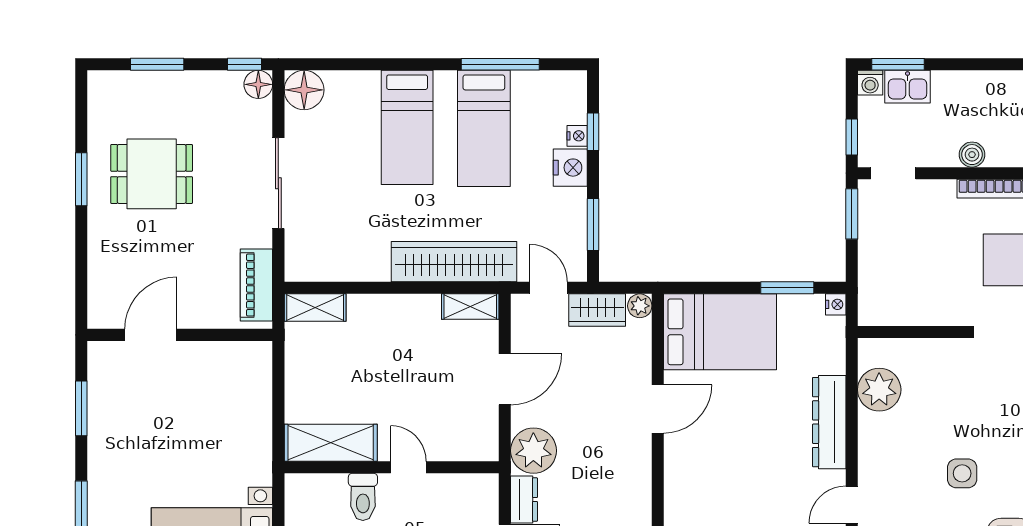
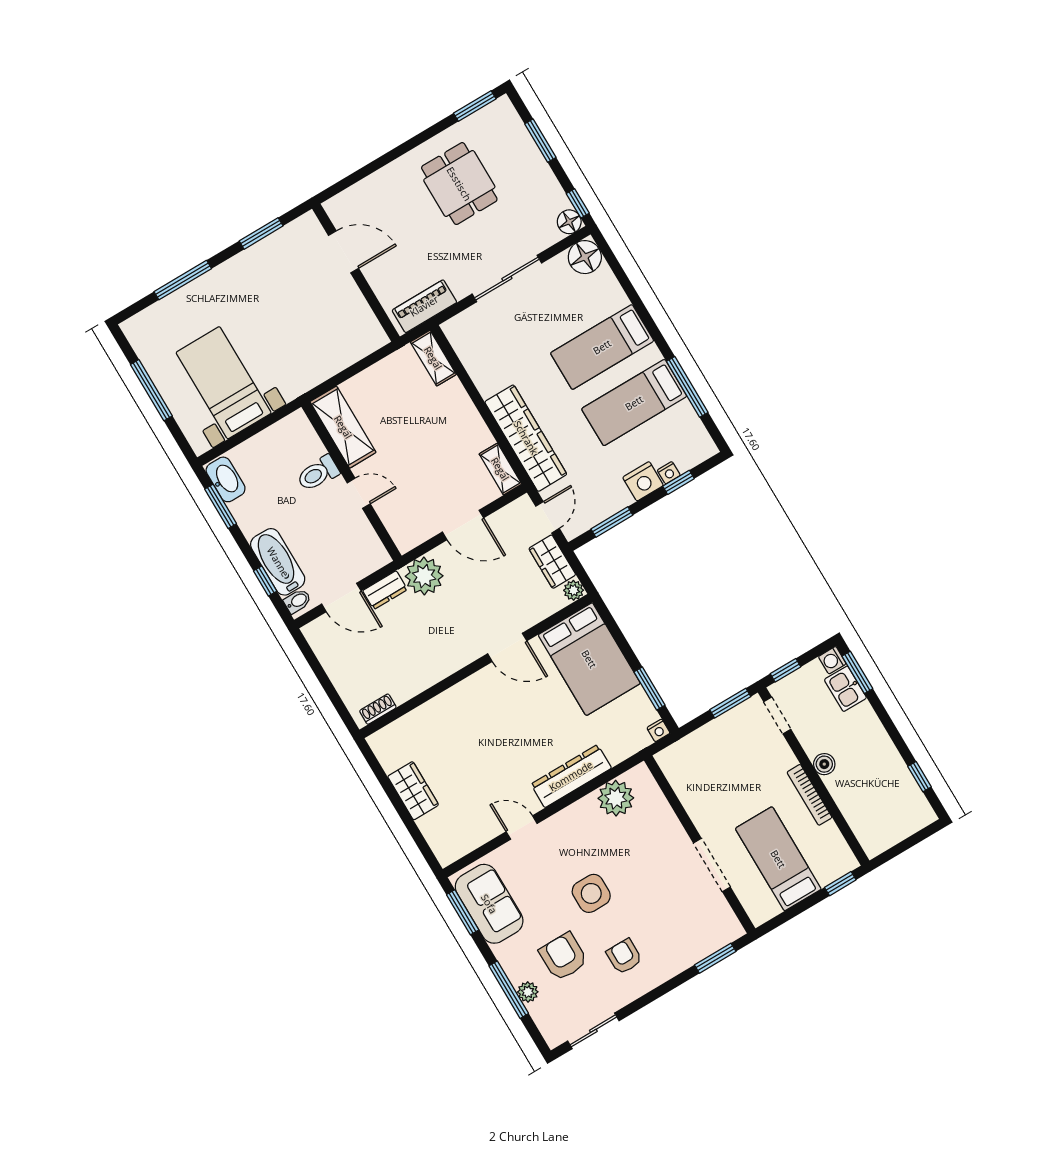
window: (81, 179) -> (475, 106), moved
door: (408, 467) -> (359, 493), hinge flipped
side table: (962, 473) -> (591, 893), width x1.37, depth x1.37

